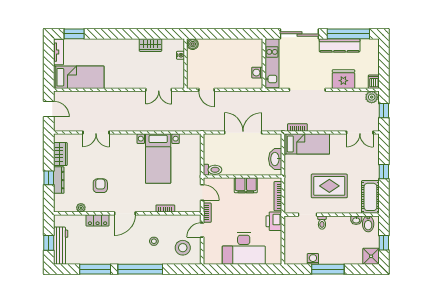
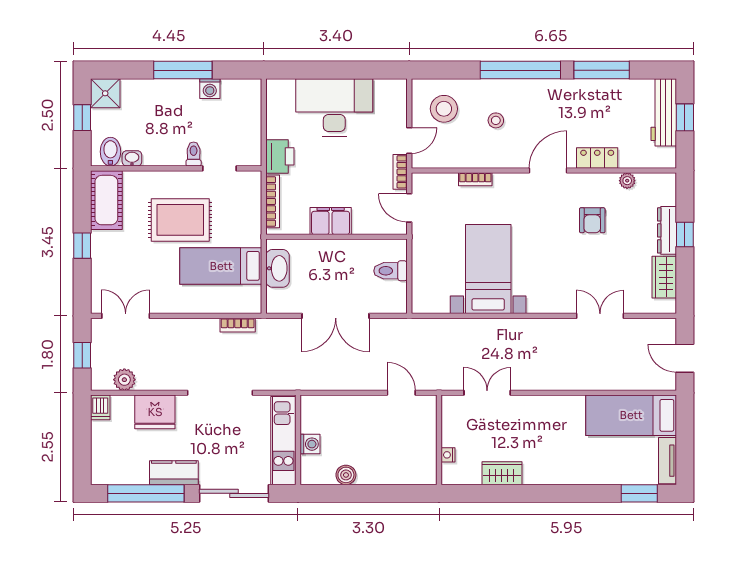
boiler: (193, 44) -> (346, 475), moved
kitchen counter: (340, 45) -> (174, 473), width x0.67
washing machine: (257, 73) -> (310, 444), moved
plant: (372, 97) -> (124, 380), moved
bed: (307, 144) -> (221, 266), moved
toilet: (212, 170) -> (390, 271), moved

